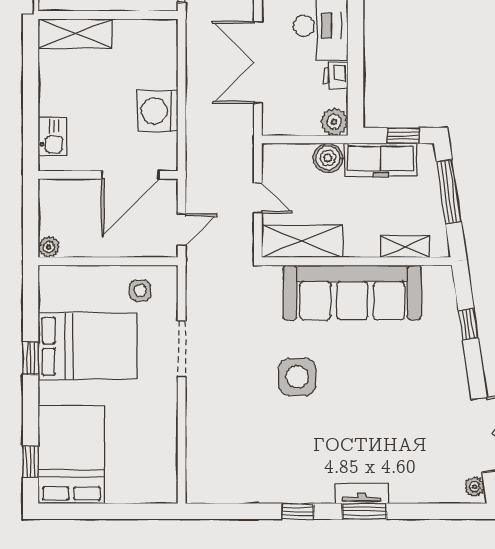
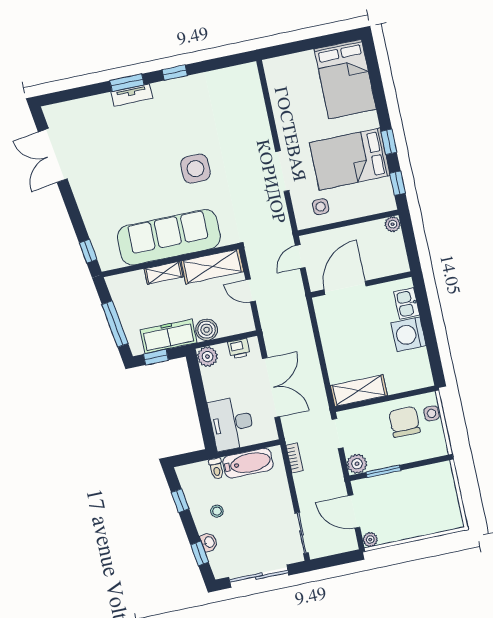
shelving: (75, 34) -> (359, 391), moved
printer: (336, 76) -> (239, 349), moved, turned 90
washing machine: (158, 111) -> (409, 334), moved, turned 180
shelving: (405, 246) -> (164, 273), moved
window: (468, 324) -> (88, 251), moved
window: (31, 461) -> (398, 183), moved
plant: (475, 487) -> (52, 117), removed

